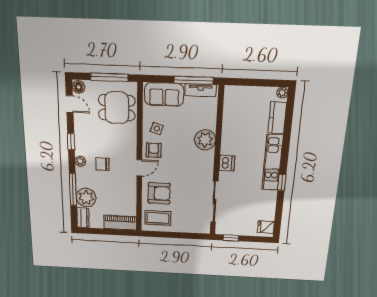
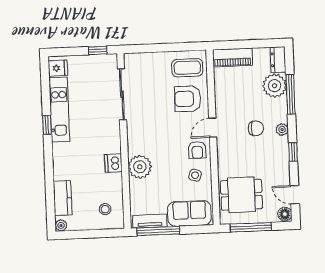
stool: (240, 105) -> (105, 209), added
kitchen unit: (272, 162) -> (59, 110), moved
dishwasher: (227, 163) -> (113, 163), moved

